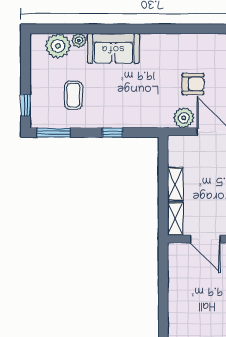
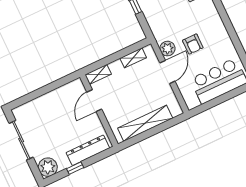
shelving: (175, 184) -> (133, 58), moved

